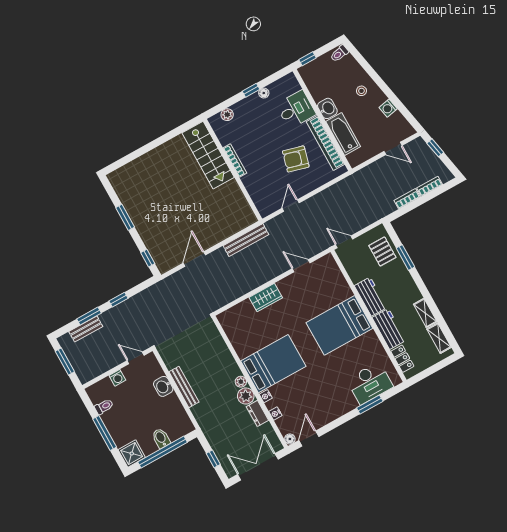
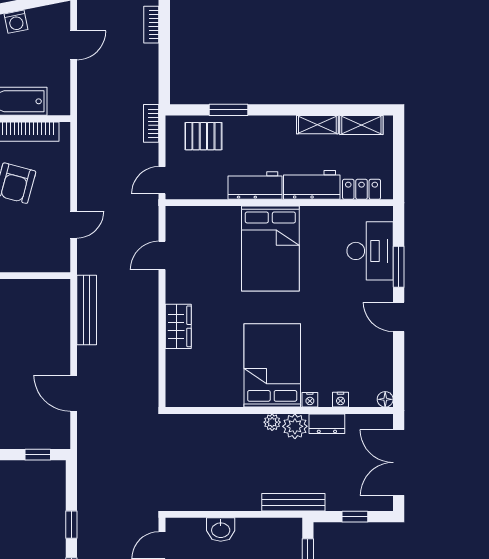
bookcase: (407, 199) -> (151, 123), moved
door: (291, 205) -> (74, 225), swing flipped
bench: (184, 387) -> (293, 502), moved
door: (309, 438) -> (399, 317), moved

